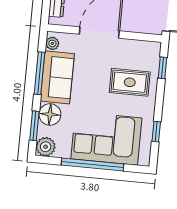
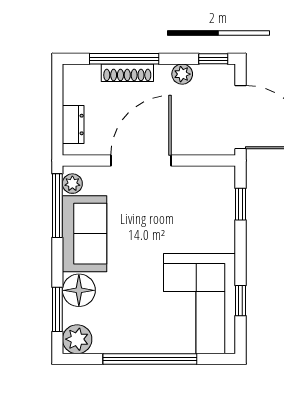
window: (40, 73) -> (57, 206), moved
rug: (130, 82) -> (194, 231), removed
corner sofa: (106, 138) -> (200, 304), moved, turned -90

